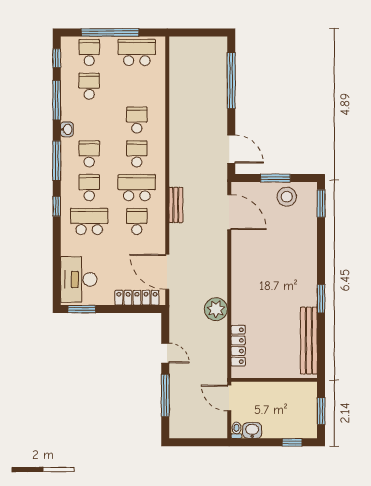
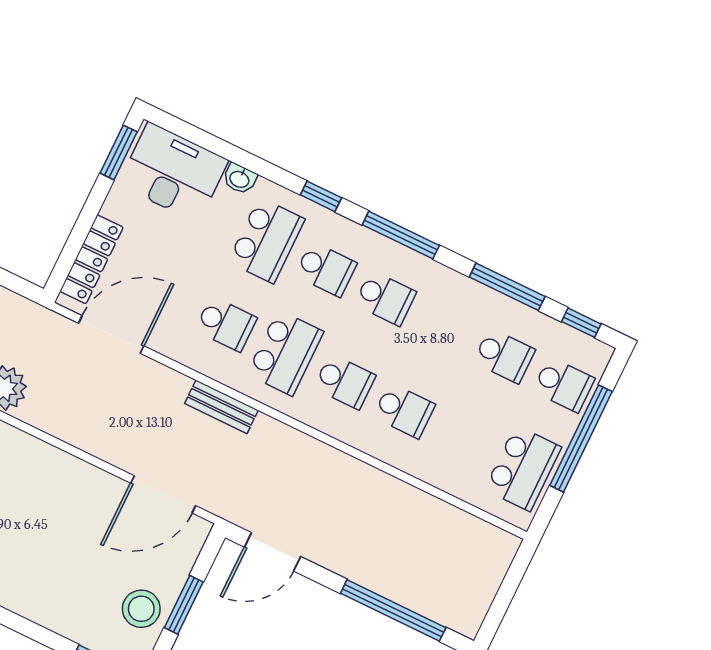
washbasin: (67, 129) -> (240, 179), moved

